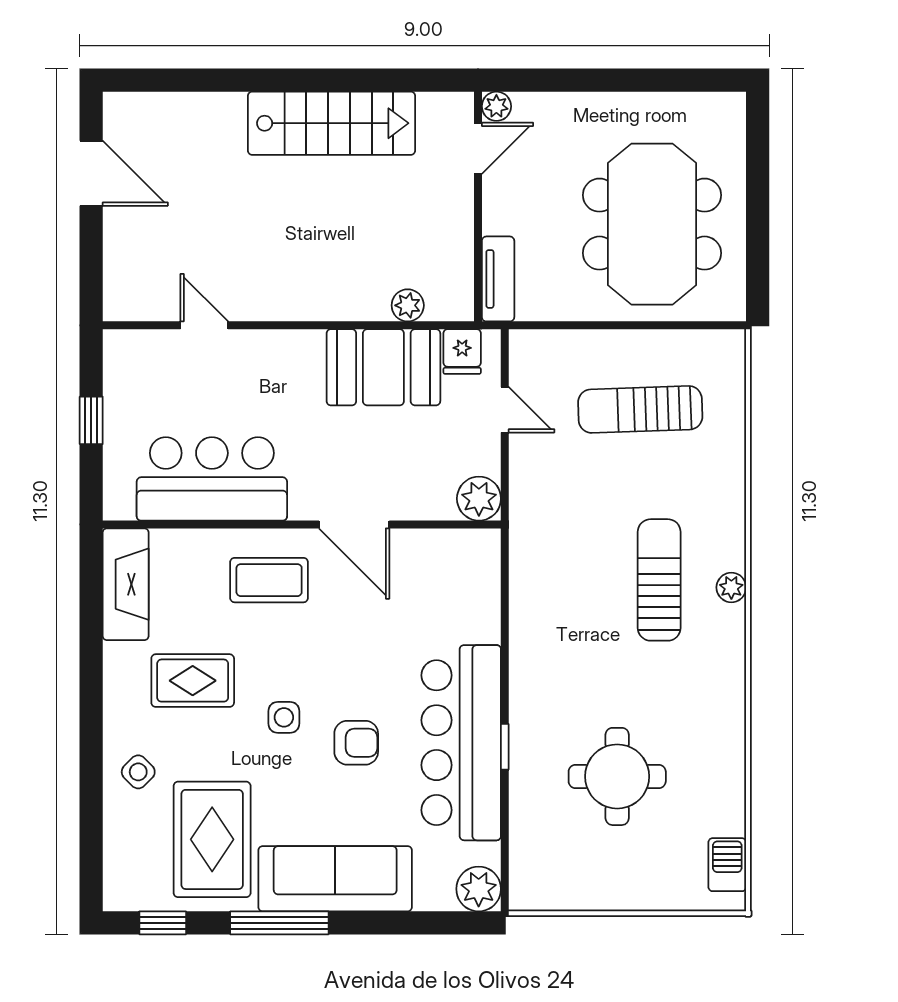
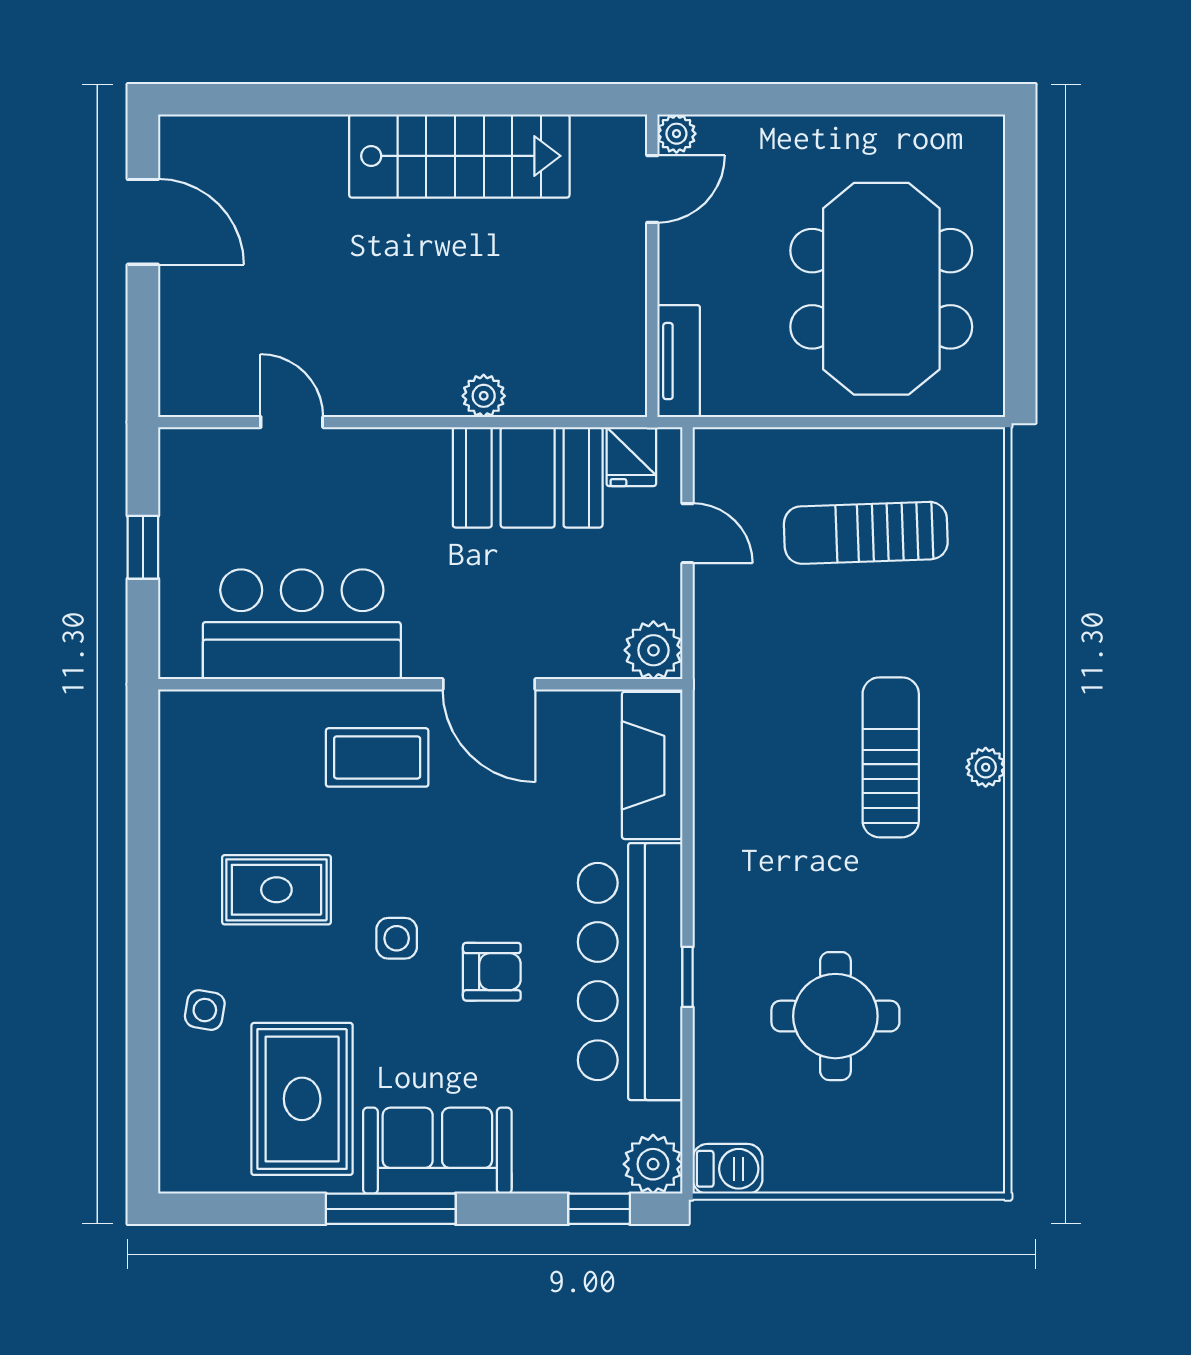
plant: (408, 305) -> (484, 396), moved
fireplace: (126, 584) -> (652, 765), moved, turned 180
side table: (138, 772) -> (205, 1010), turned -35
barbecue: (727, 865) -> (728, 1169), moved, turned 90
sofa: (335, 879) -> (437, 1151), width x0.73
window: (163, 923) -> (599, 1209), moved

